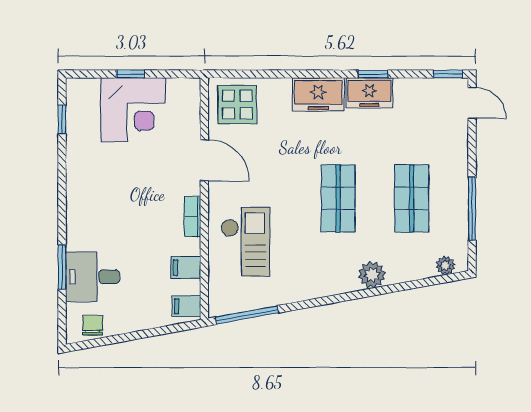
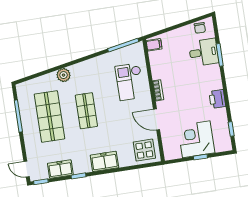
freezer: (369, 93) -> (60, 169), moved
printer: (80, 182) -> (217, 99), added
shop shelf: (412, 198) -> (49, 116), width x1.43, depth x1.36
plant: (446, 265) -> (27, 85), removed
filing cabinet: (186, 267) -> (157, 64), removed

